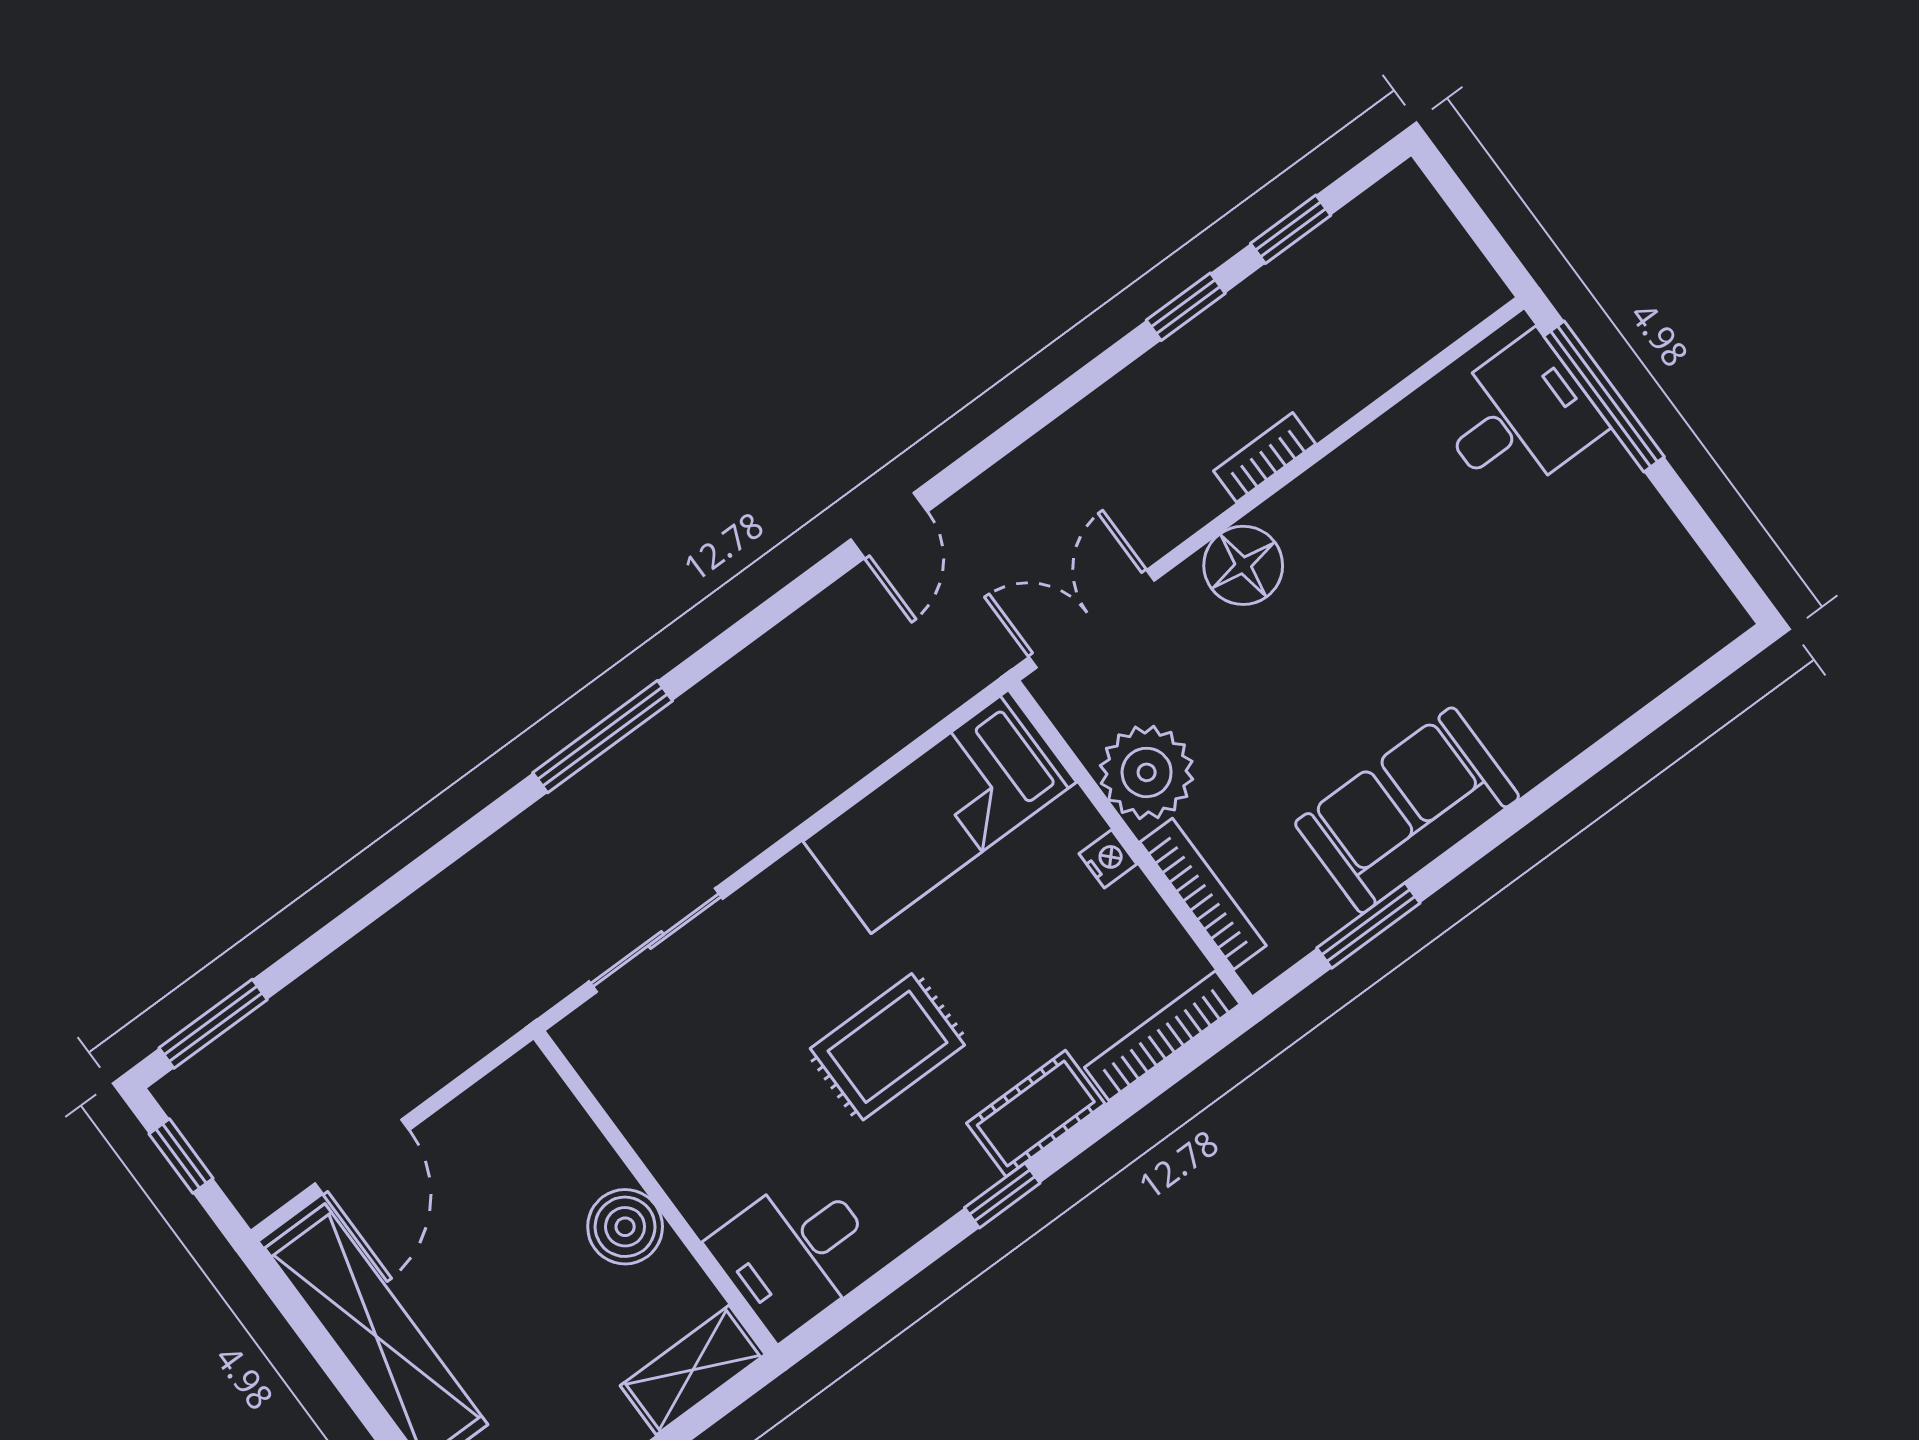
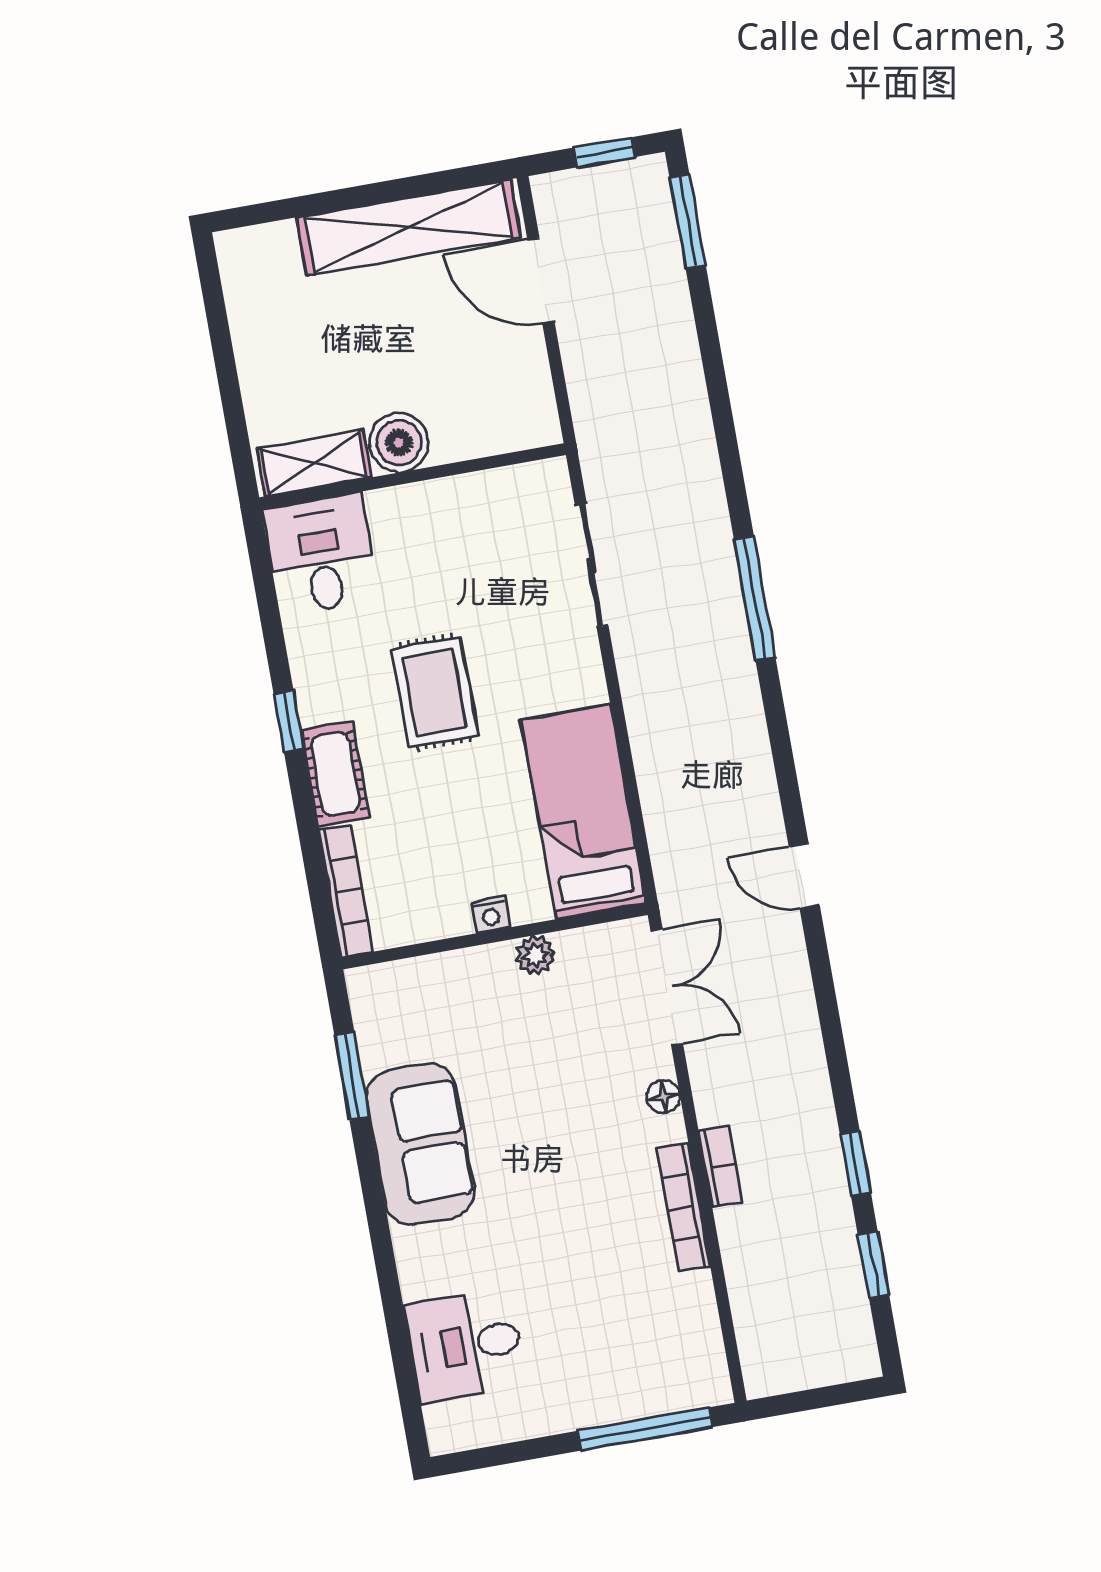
desk: (1519, 417) -> (465, 1345), moved, turned 90
floor lamp: (1243, 565) -> (663, 1097), width x0.53, depth x0.53
plant: (1147, 772) -> (535, 955), width x0.53, depth x0.53
bookcase: (1203, 894) -> (684, 1207), moved, turned 90
shelving: (693, 1370) -> (314, 463), moved, turned 90

